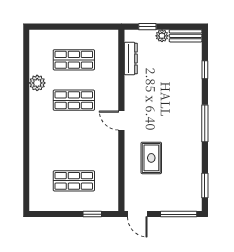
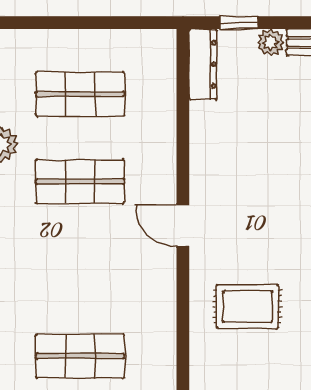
dresser: (131, 58) -> (203, 64), moved
rug: (151, 158) -> (247, 307), turned 90

